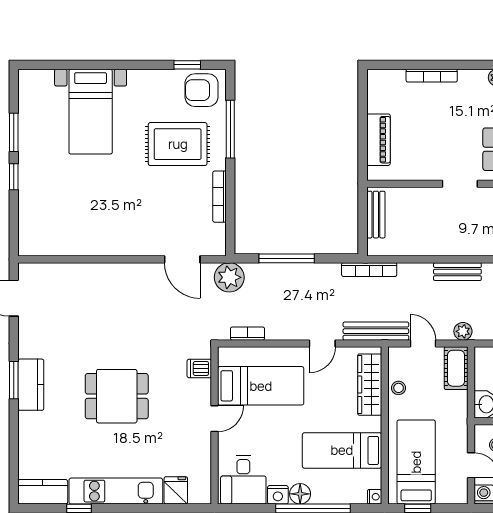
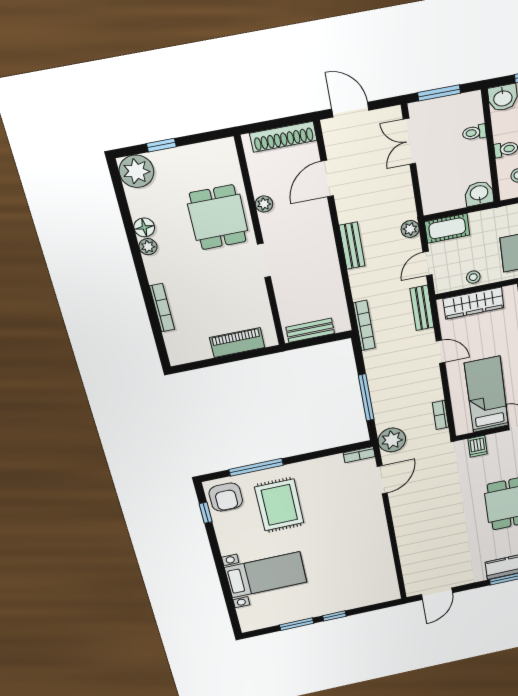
bookcase: (219, 197) -> (359, 455), moved, width x0.64
bench: (376, 331) -> (422, 308), width x0.73

